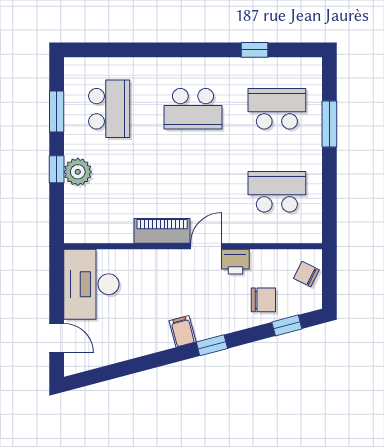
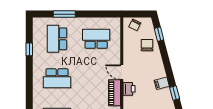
school desk: (193, 109) -> (57, 78), turned 90
school desk: (277, 192) -> (96, 39), turned 90
printer: (235, 262) -> (129, 89), moved
window: (212, 345) -> (175, 93), moved

